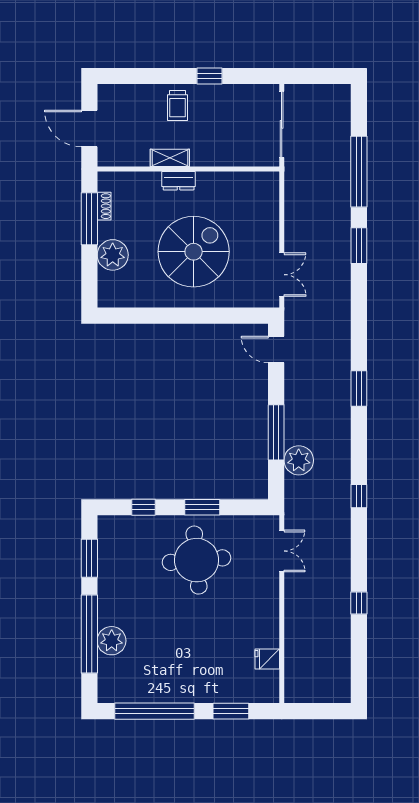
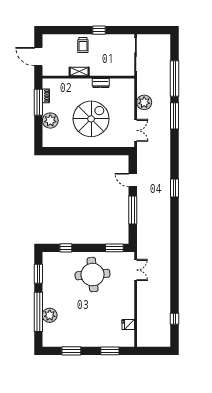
dresser: (179, 181) -> (101, 83), moved
window: (359, 246) -> (174, 116), width x1.44
door: (276, 350) -> (133, 180), moved
plant: (299, 460) -> (144, 102), moved
window: (359, 496) -> (174, 242), removed
window: (202, 507) -> (114, 248), moved
window: (359, 603) -> (174, 319), moved
window: (154, 711) -> (71, 351), width x0.47

